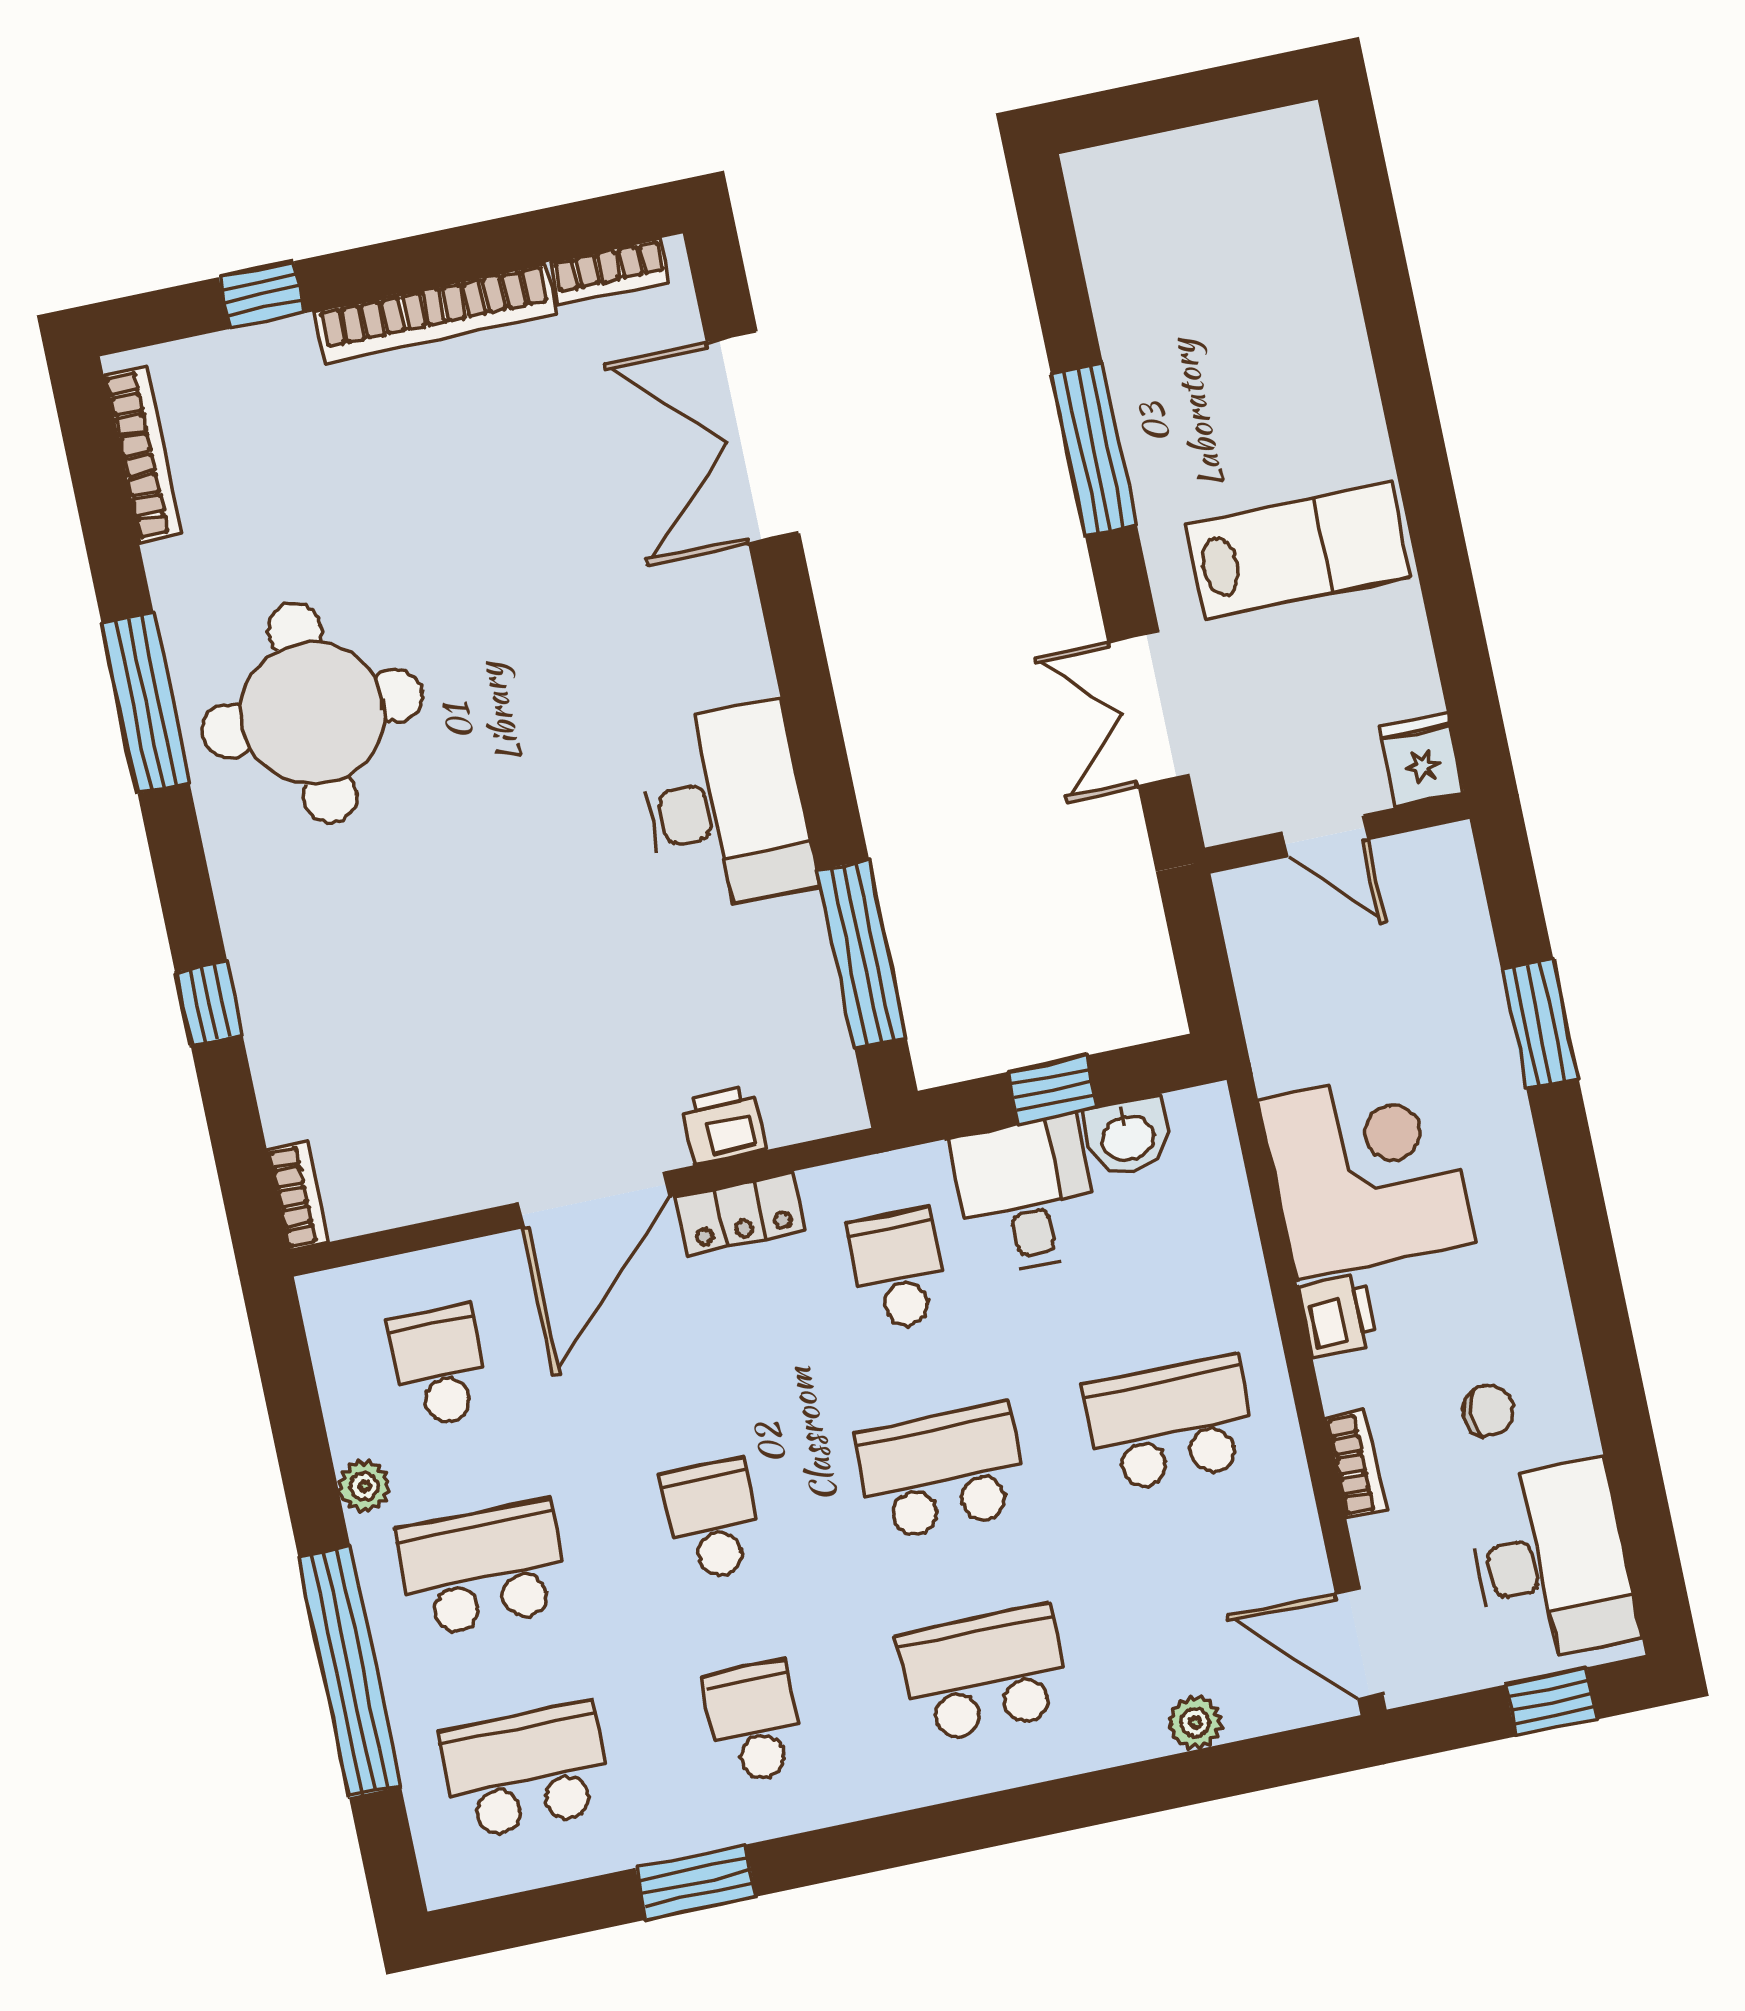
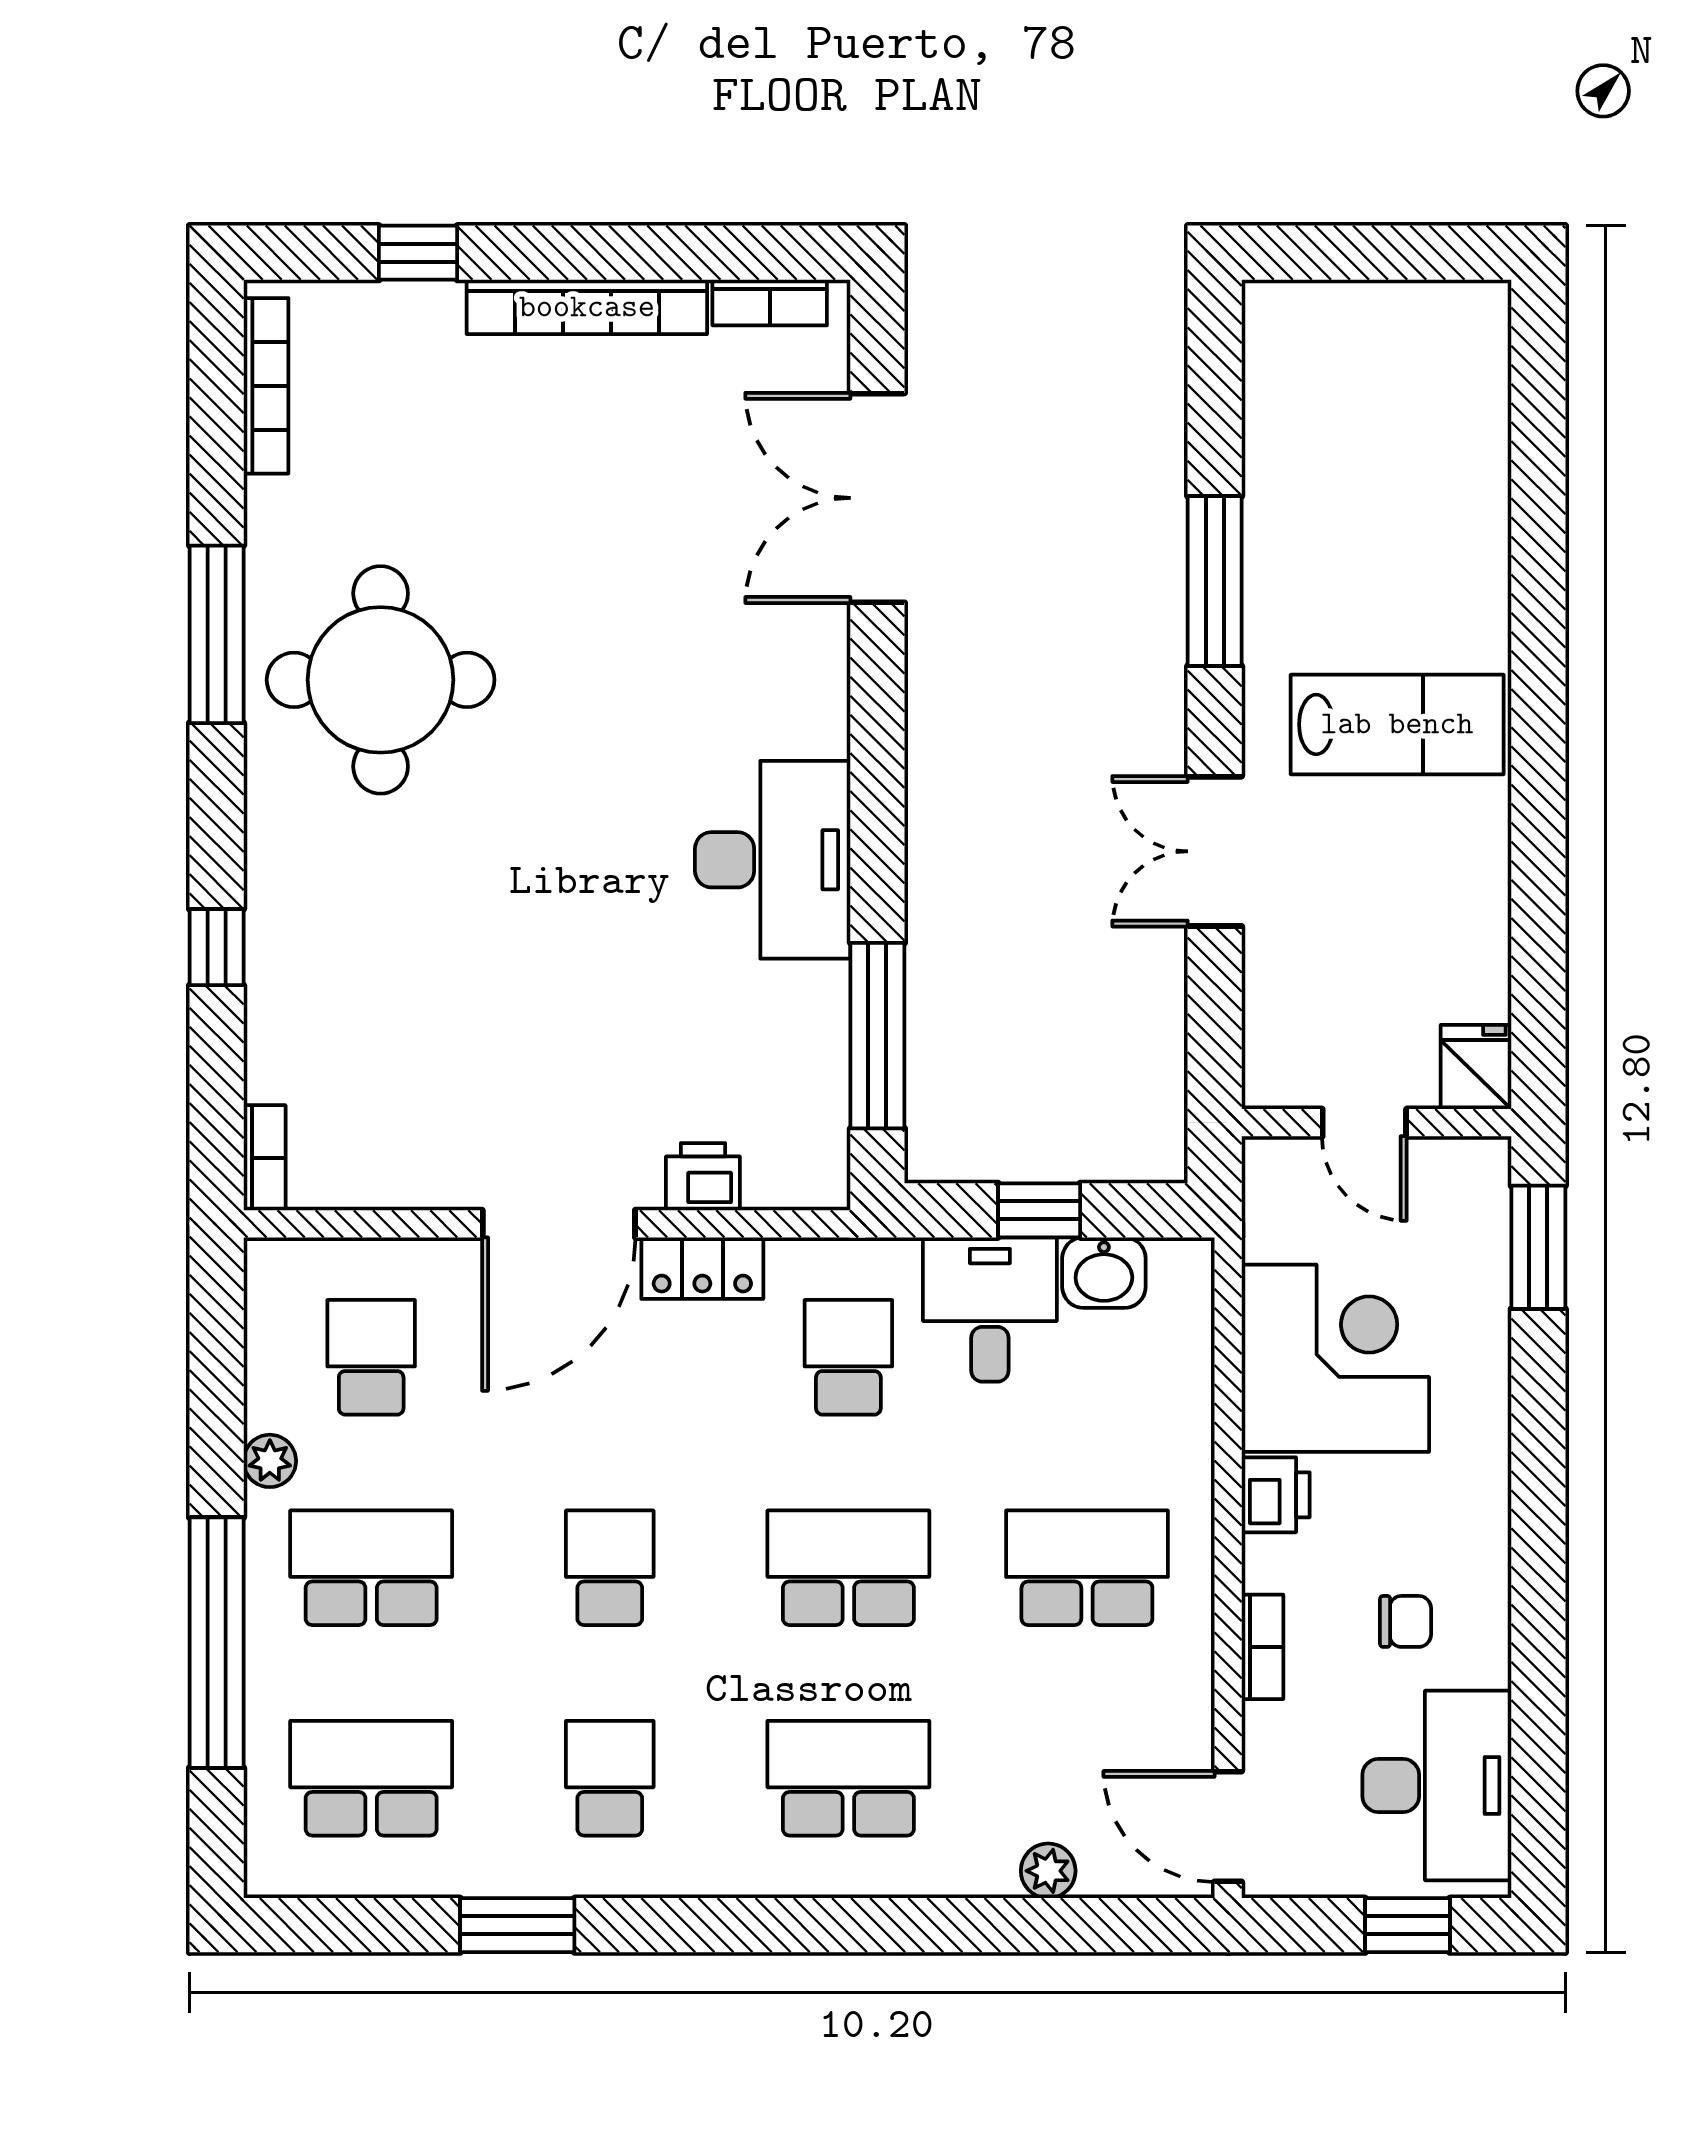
fridge: (1422, 760) -> (1476, 1067), moved
wall: (1337, 833) -> (1376, 1123), moved
door: (1326, 836) -> (1364, 1123), moved

